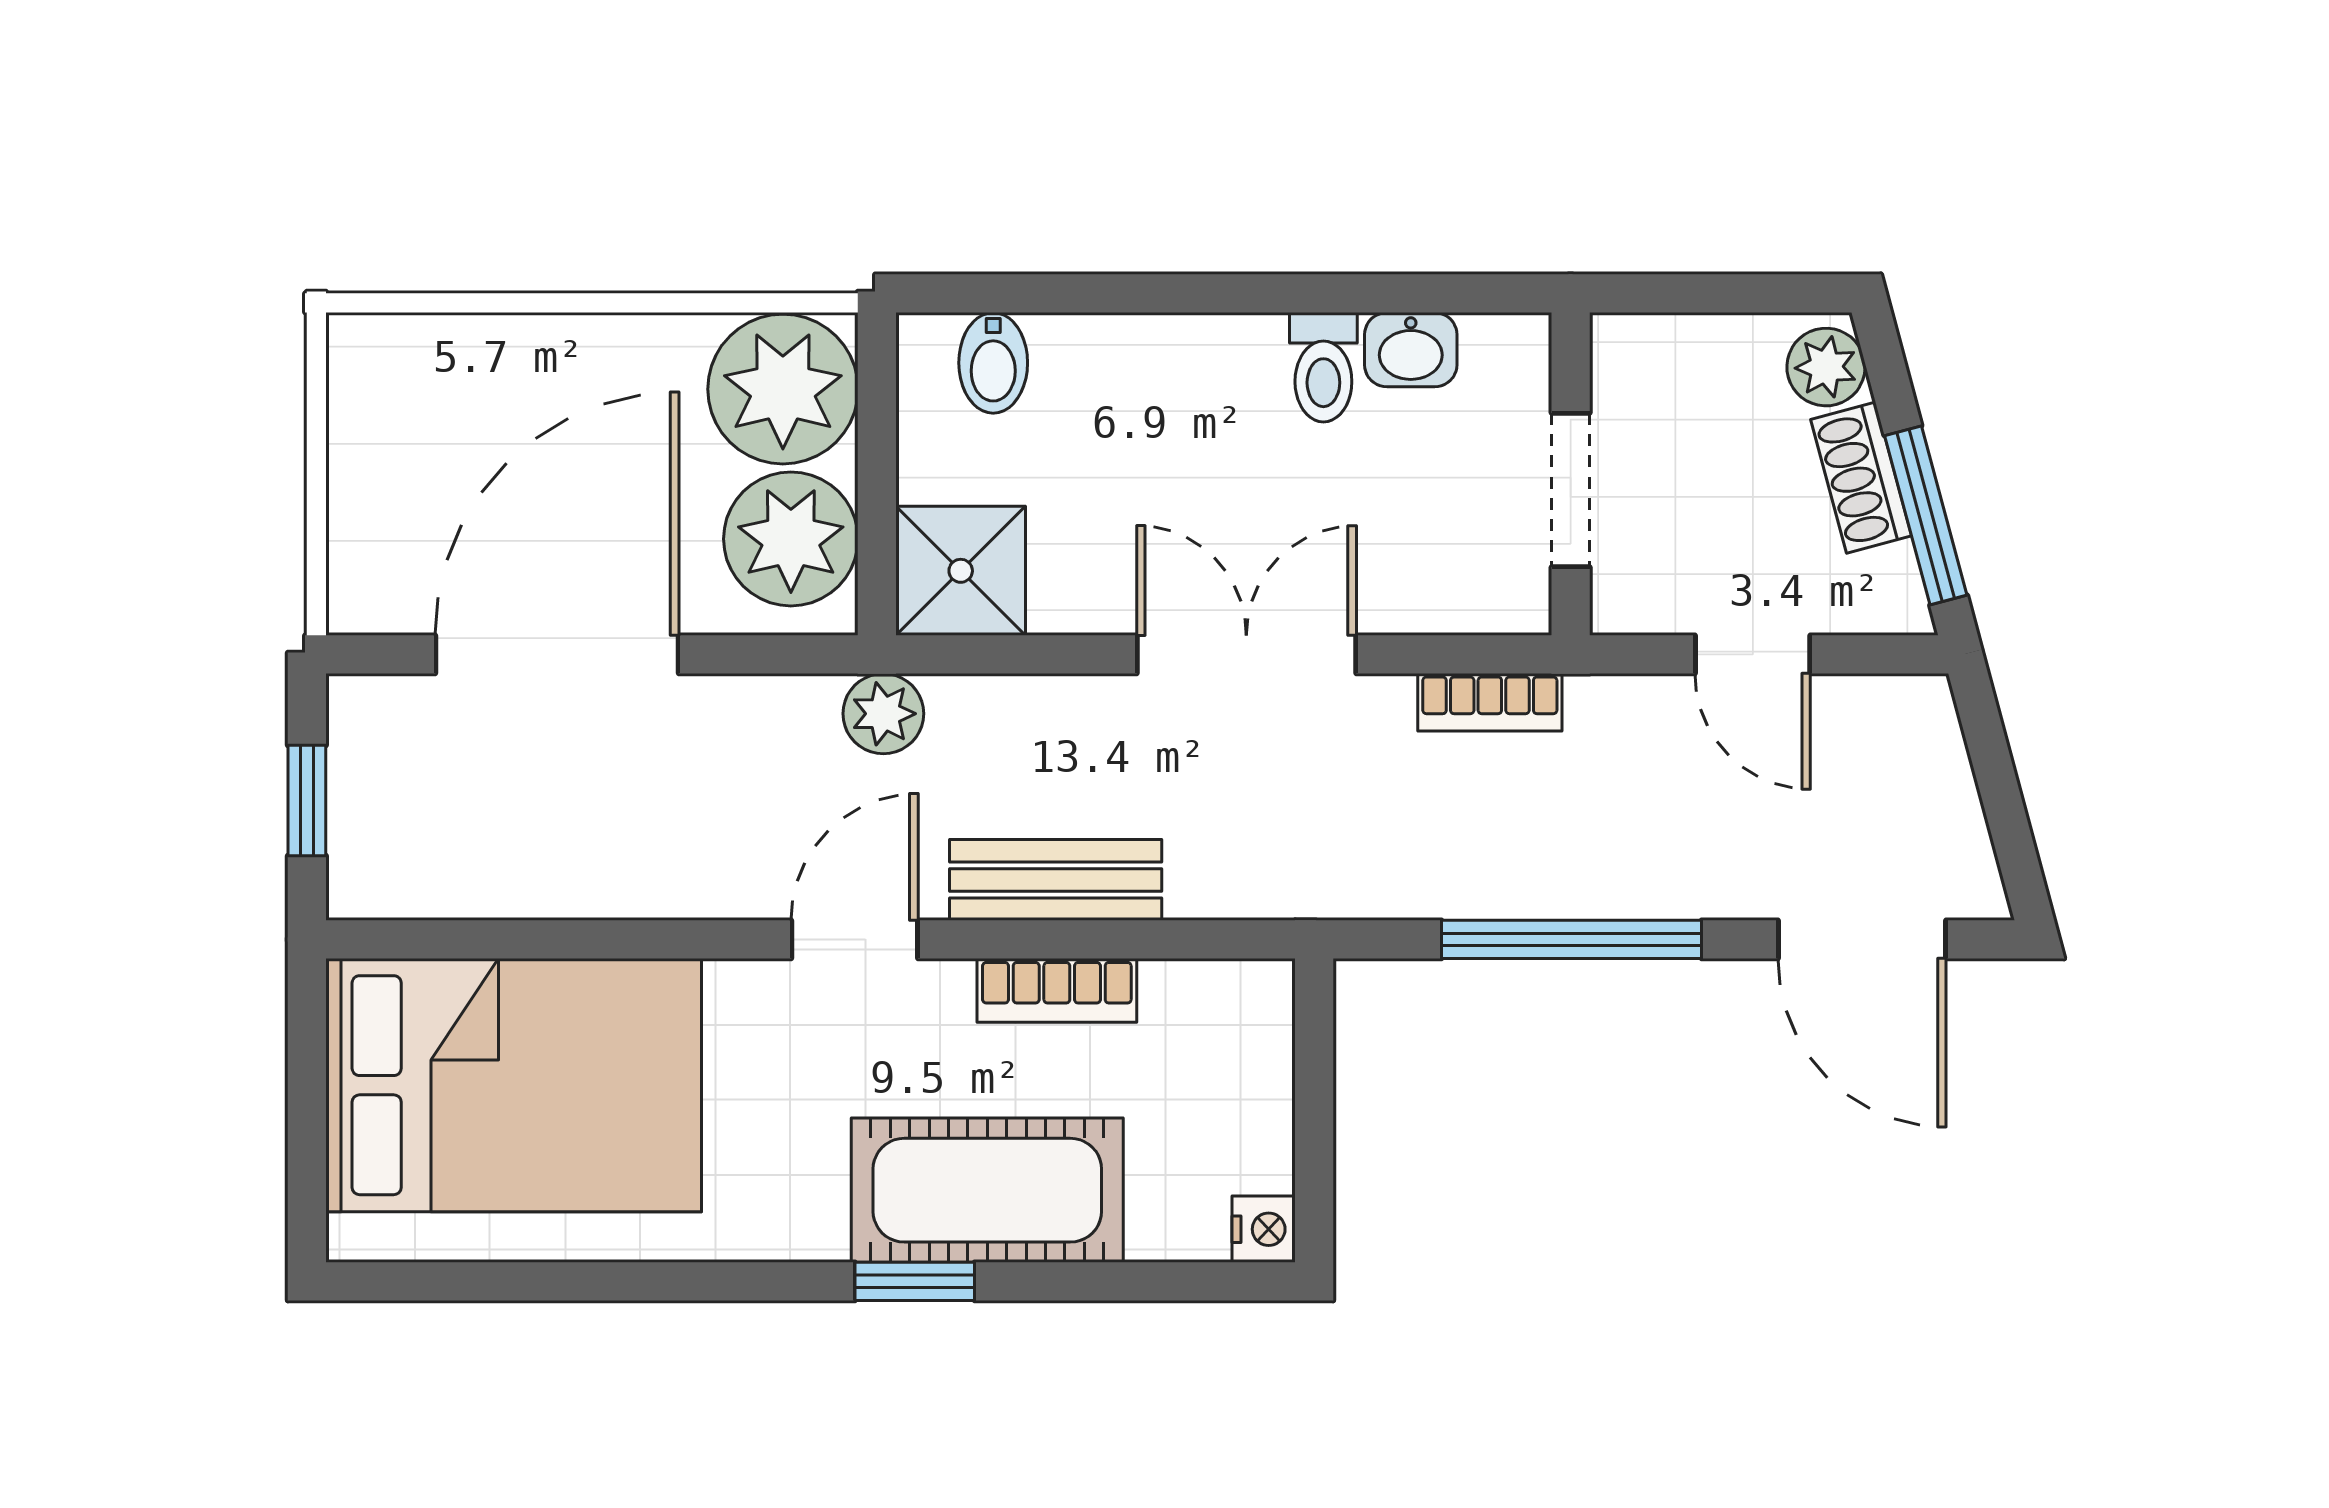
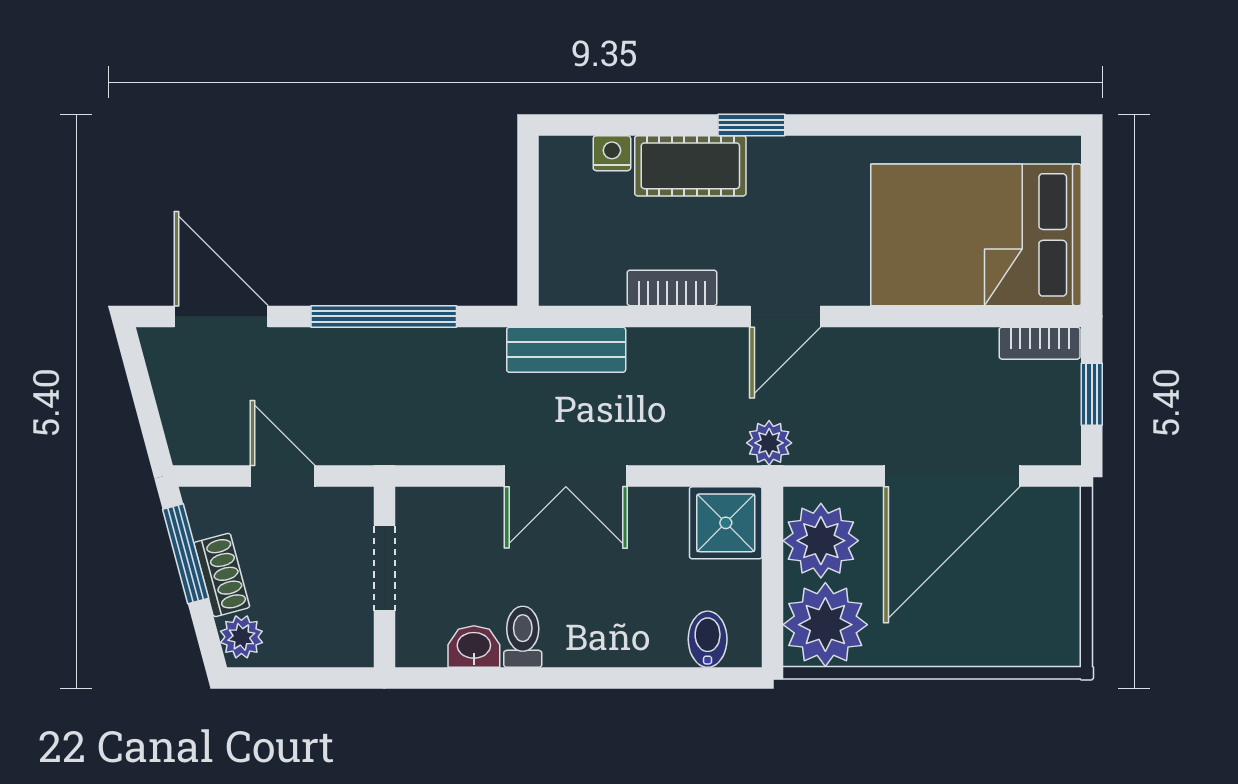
bookcase: (1490, 702) -> (1040, 343), moved, turned 180
bench: (1056, 880) -> (566, 350), moved
cot: (987, 1190) -> (690, 166), width x0.73, depth x0.75
nightstand: (1264, 1229) -> (612, 153), moved, turned 90

